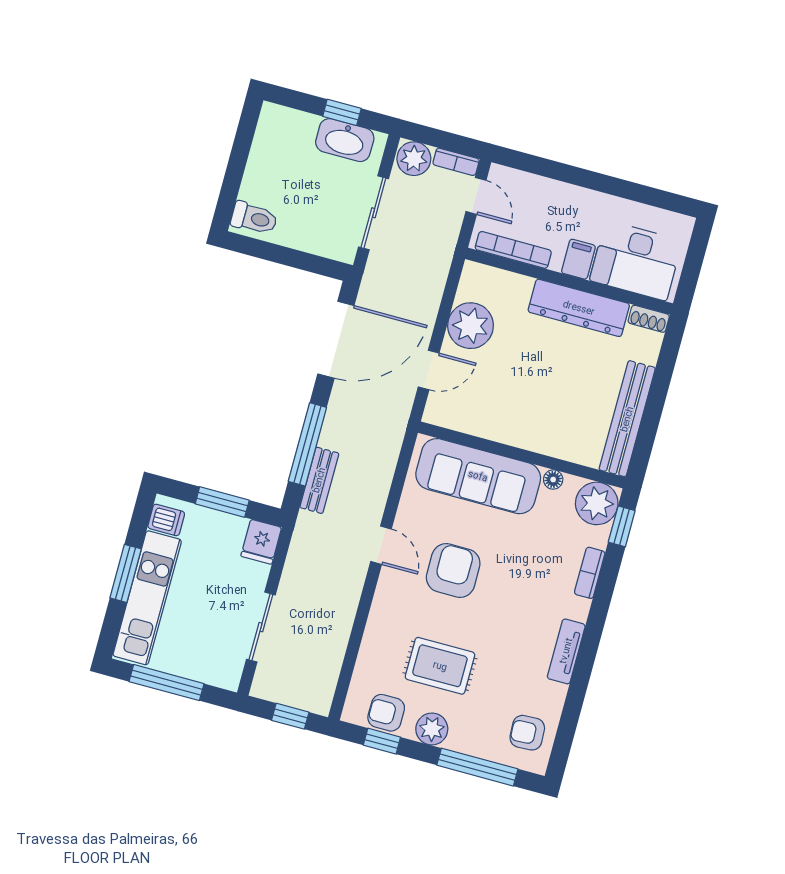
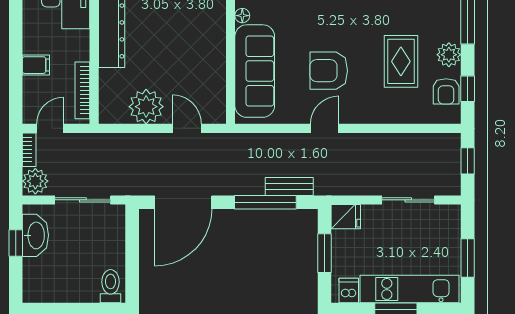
filing cabinet: (578, 259) -> (36, 65), moved, turned 180
door: (336, 340) -> (183, 202), swing flipped
window: (166, 683) -> (468, 258), width x0.69

